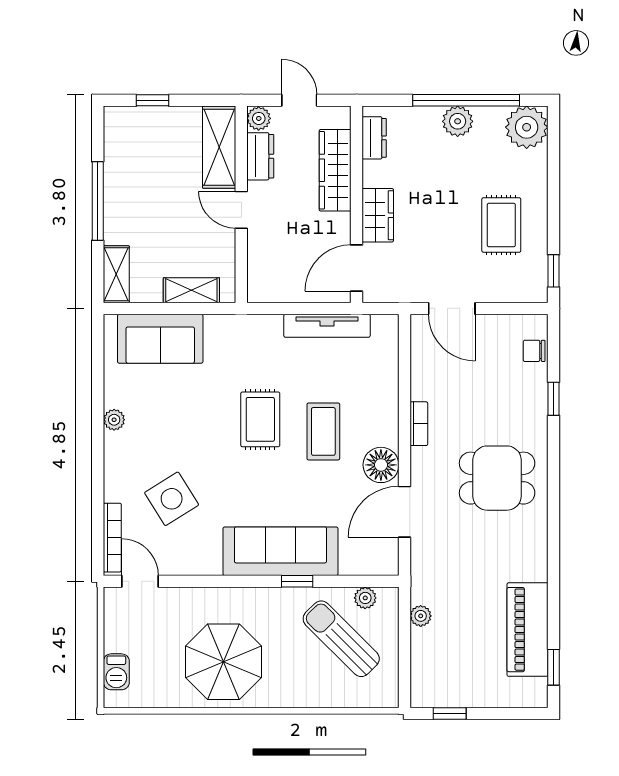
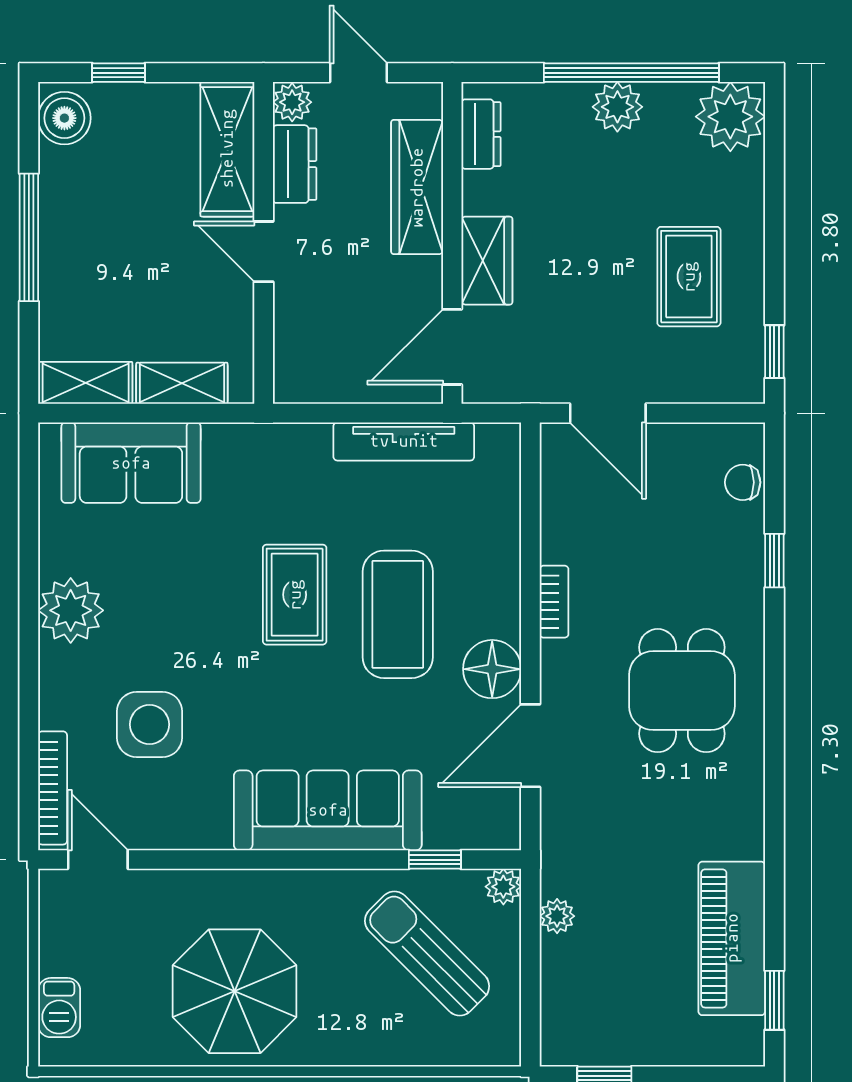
boiler: (120, 128) -> (64, 118), added
shelving: (116, 274) -> (86, 383), moved, turned 90
plant: (114, 420) -> (71, 610), width x1.88, depth x1.88
coffee table: (323, 431) -> (398, 614), width x1.36, depth x1.32
dining table: (497, 478) -> (682, 691), turned 90
side table: (172, 499) -> (150, 724), turned 32
window: (297, 581) -> (435, 860), moved
plant: (365, 598) -> (503, 887), moved

